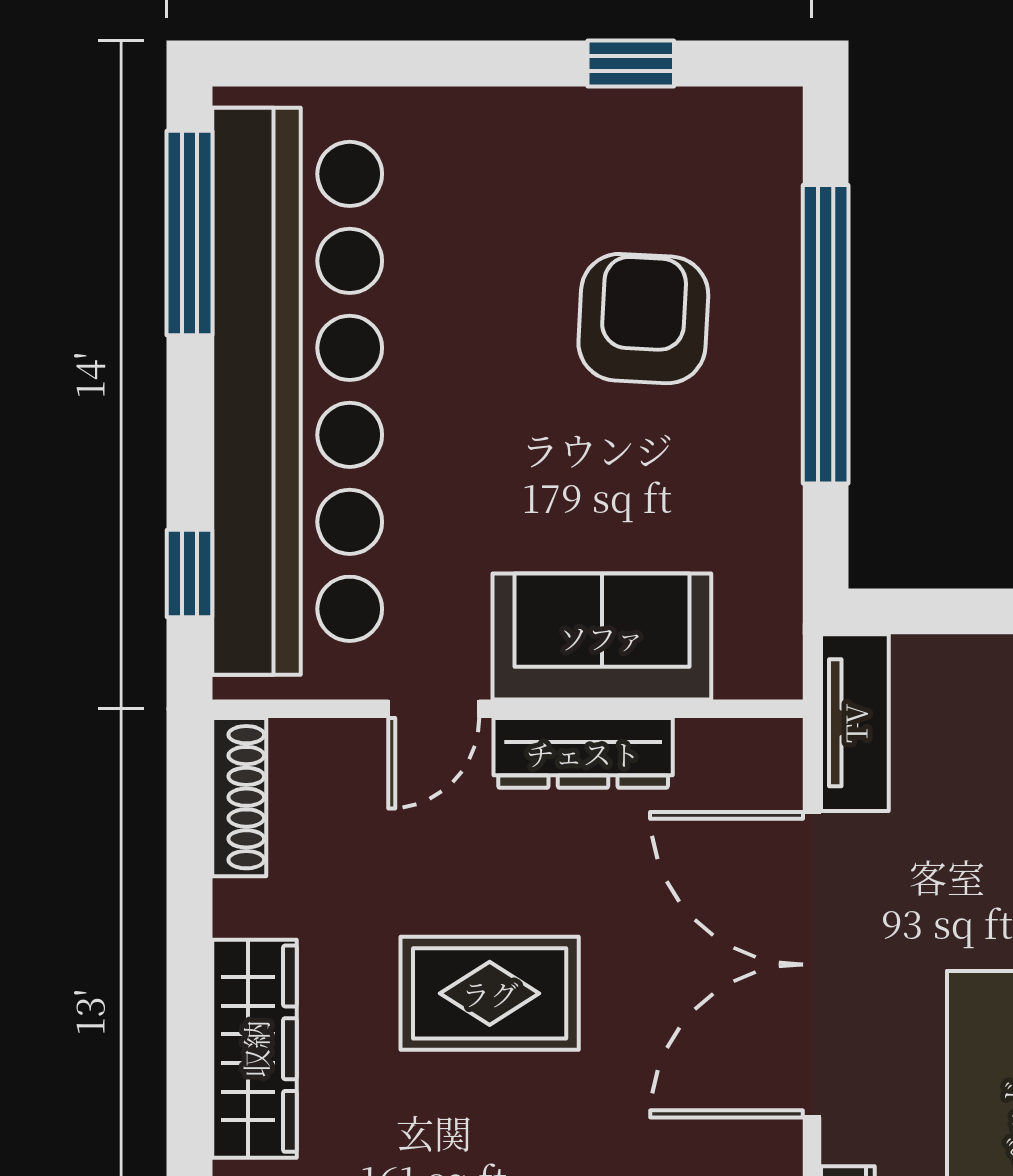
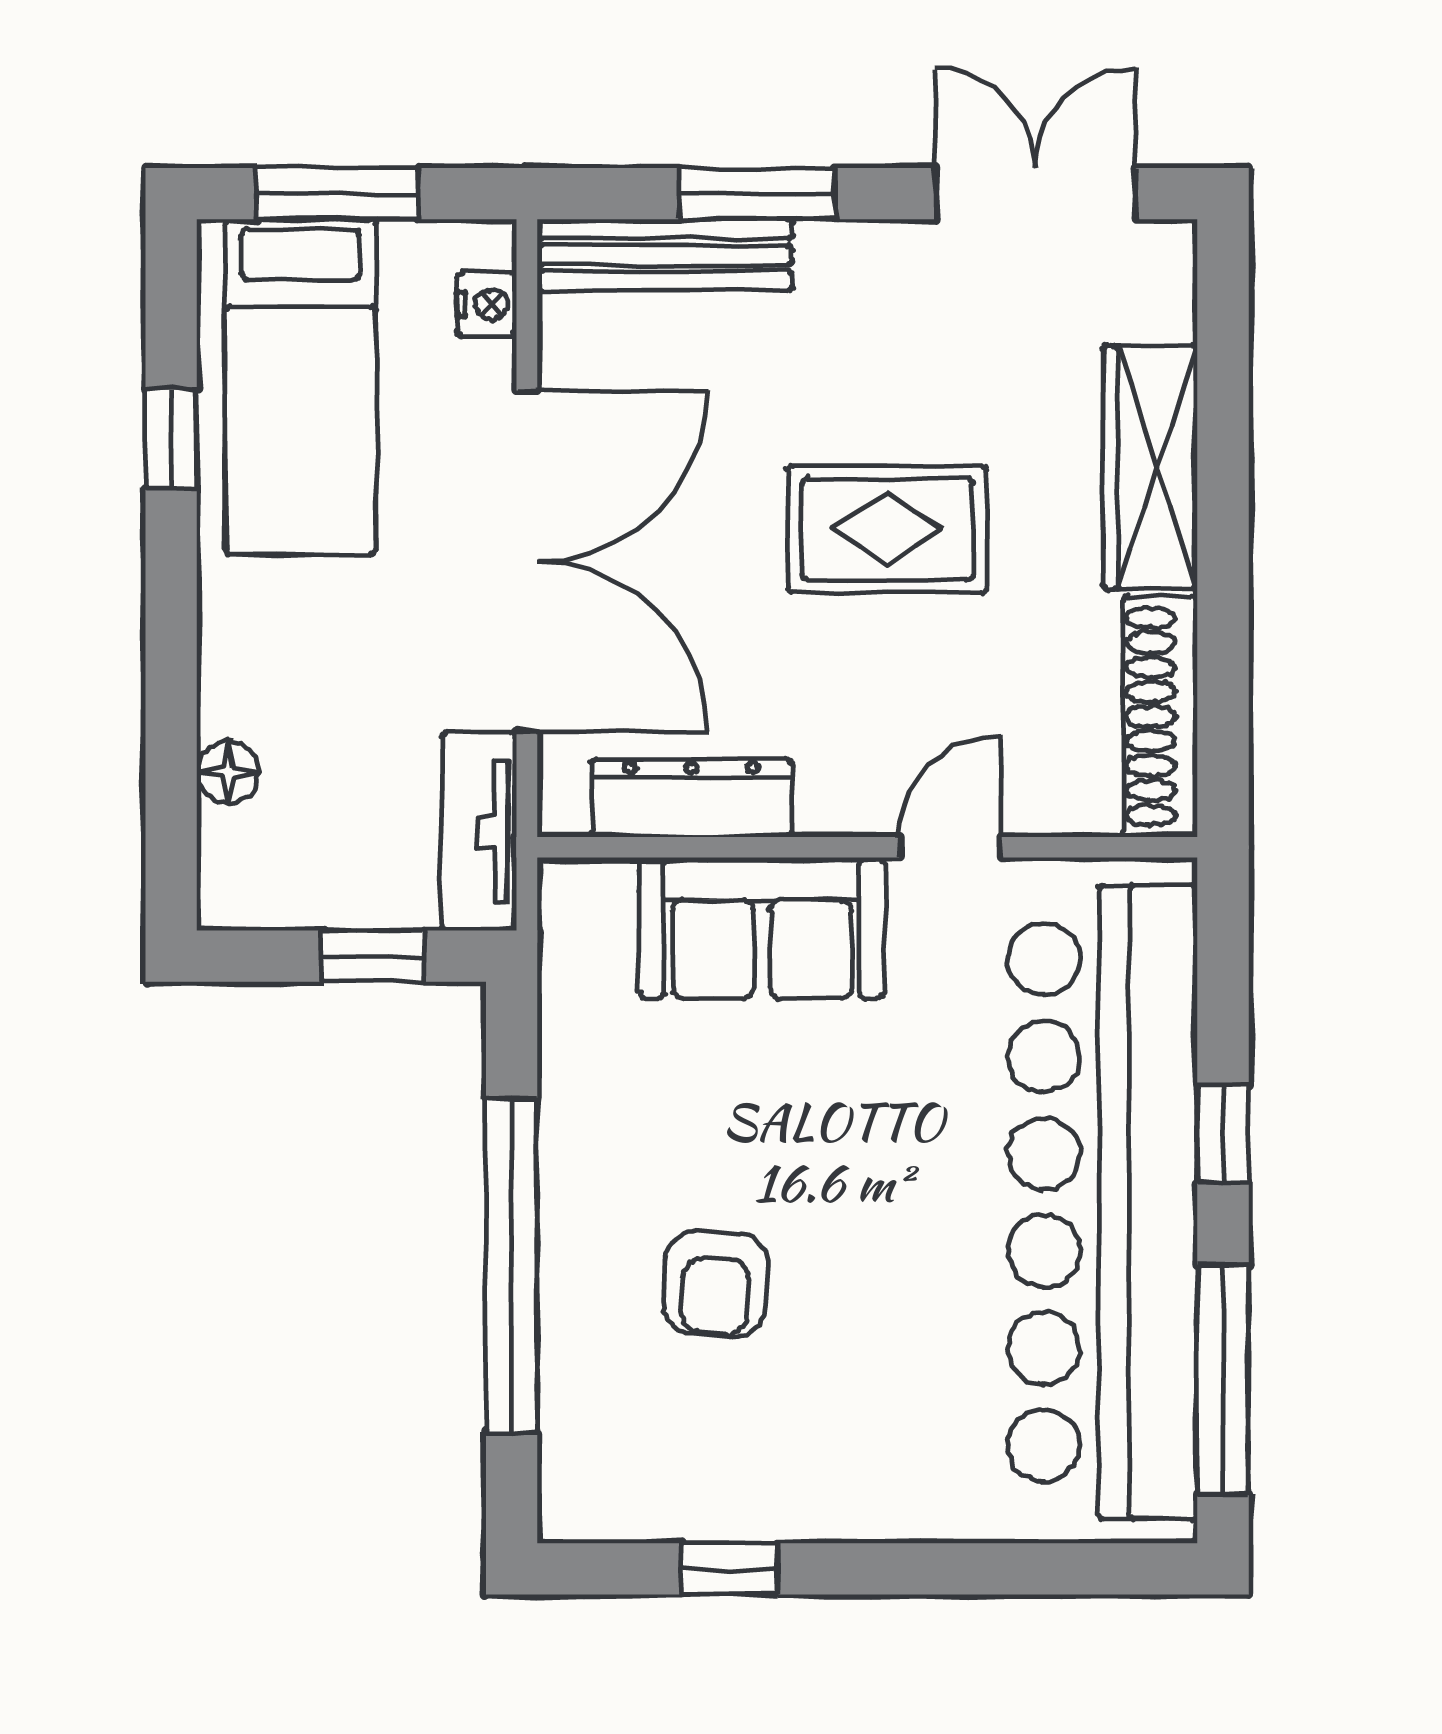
armchair: (643, 319) -> (716, 1284), width x0.72, depth x0.72
window: (190, 574) -> (1223, 1134), moved
window: (950, 611) -> (373, 956), added
dresser: (583, 753) -> (691, 798), moved
shoe rack: (239, 797) -> (1160, 716), width x1.36, depth x1.24

